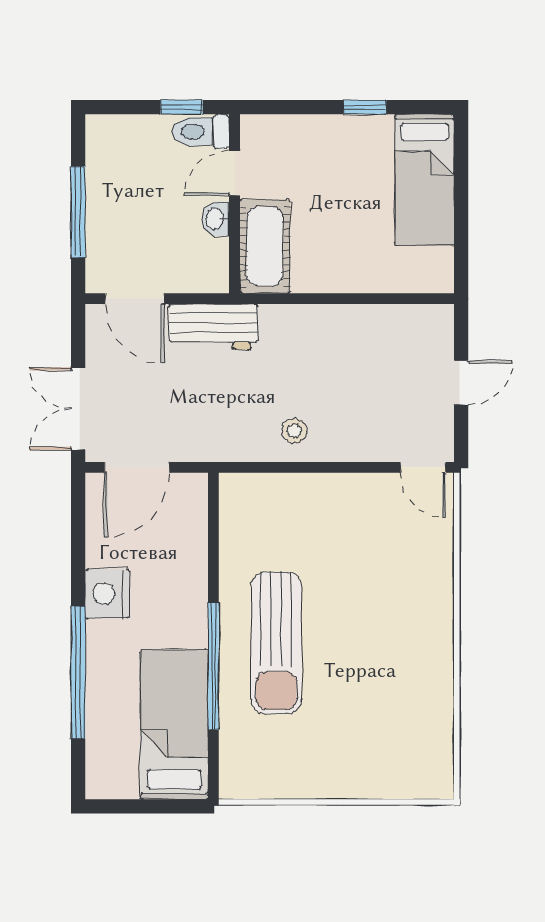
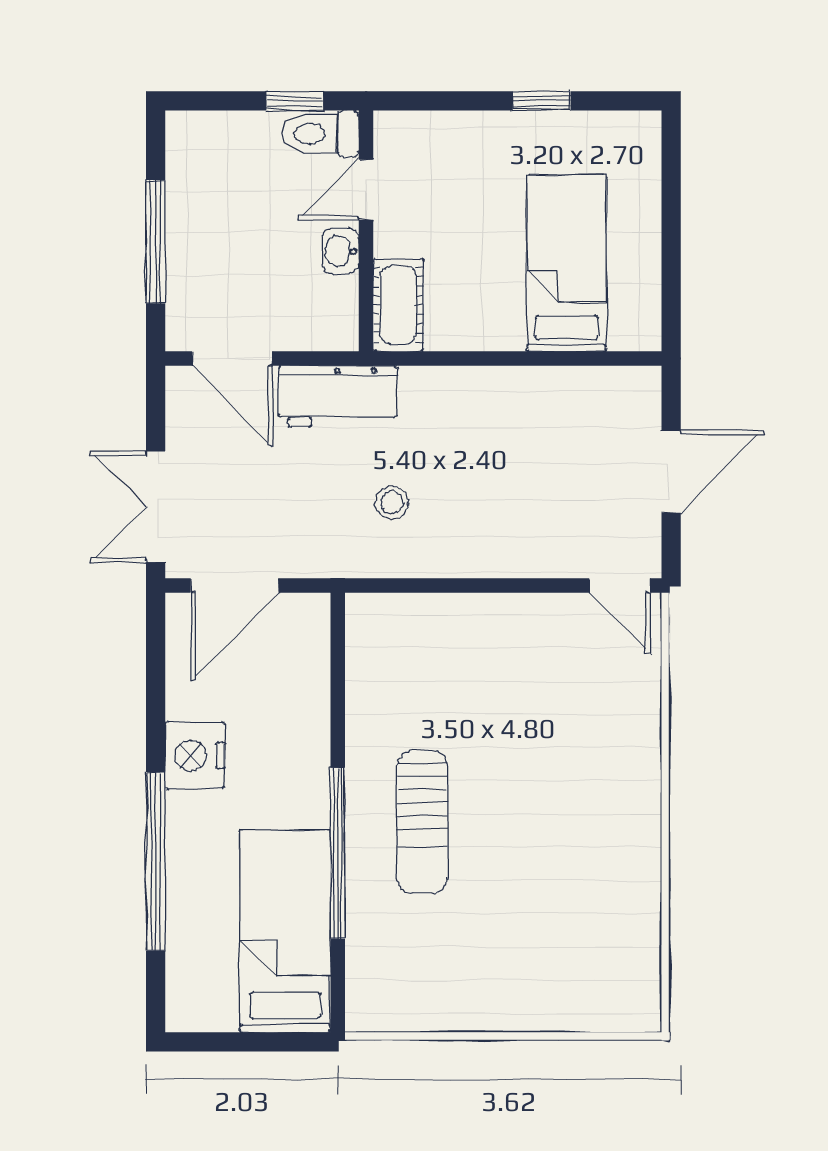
bed: (425, 180) -> (566, 263), moved, turned 180
cot: (265, 246) -> (398, 305), width x0.73, depth x0.75
door: (461, 383) -> (671, 472), width x1.38
stool: (294, 431) -> (392, 503), moved
sun lounger: (276, 643) -> (422, 822), width x0.73, depth x0.75

